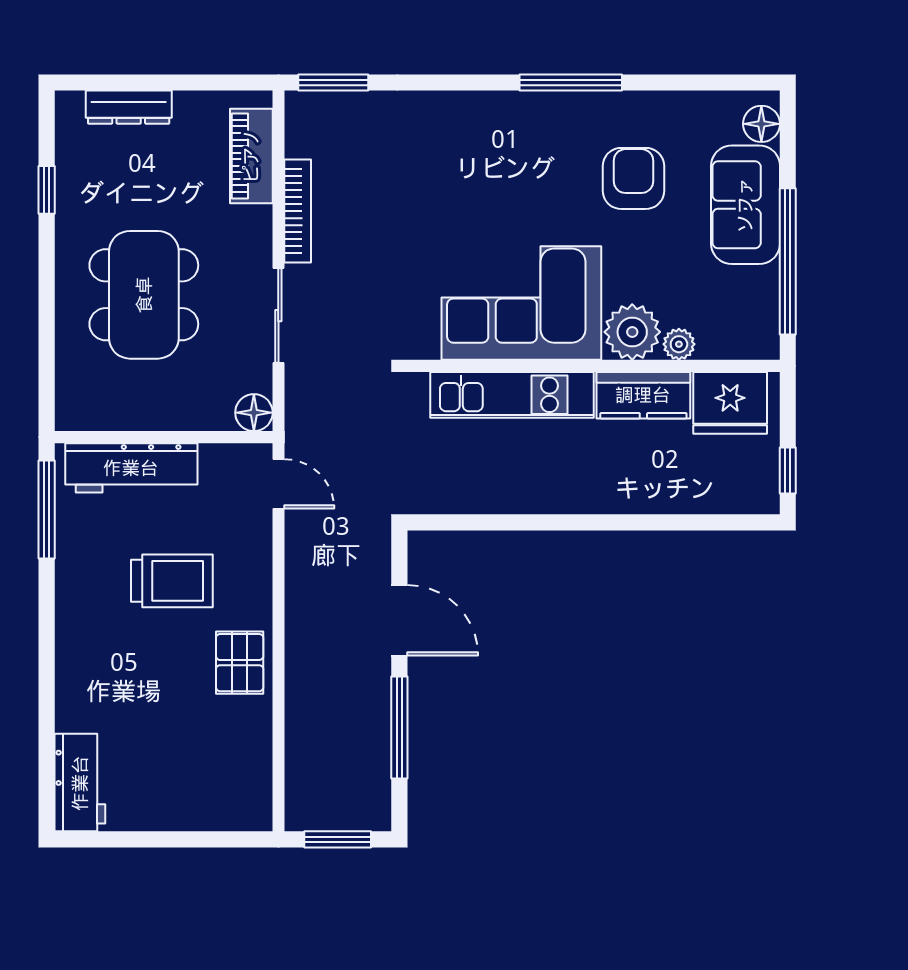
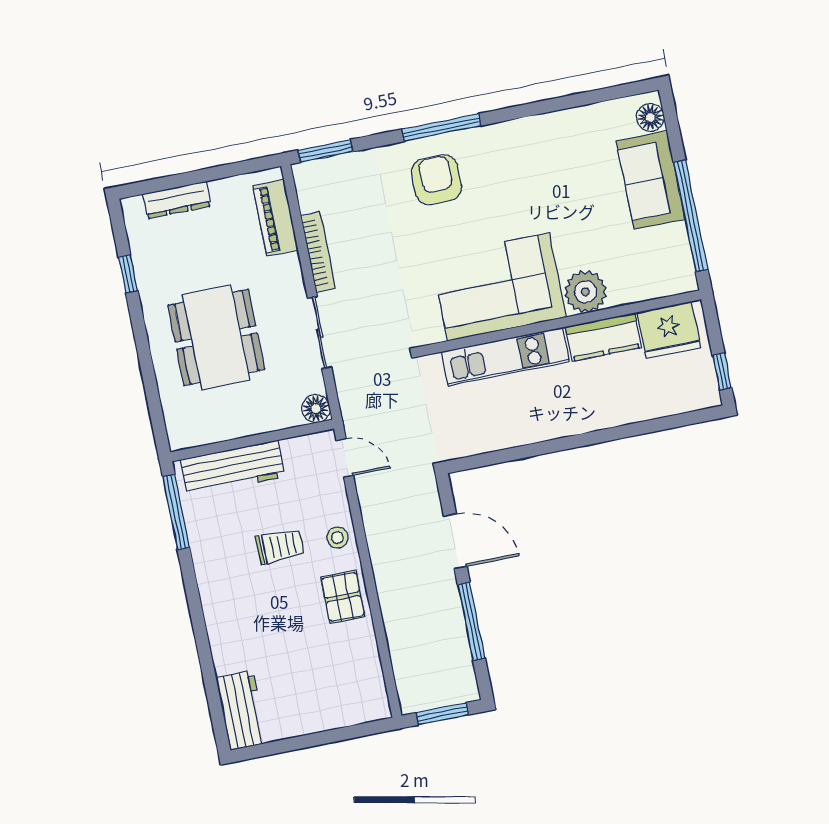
window: (571, 82) -> (441, 128), moved
armchair: (633, 178) -> (436, 180), moved
plant: (679, 344) -> (622, 294), removed
trolley: (172, 581) -> (280, 546), width x0.73, depth x0.72
stool: (248, 585) -> (337, 538), added

